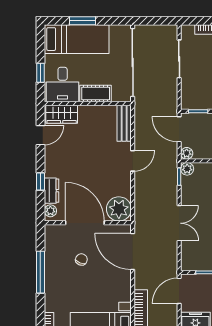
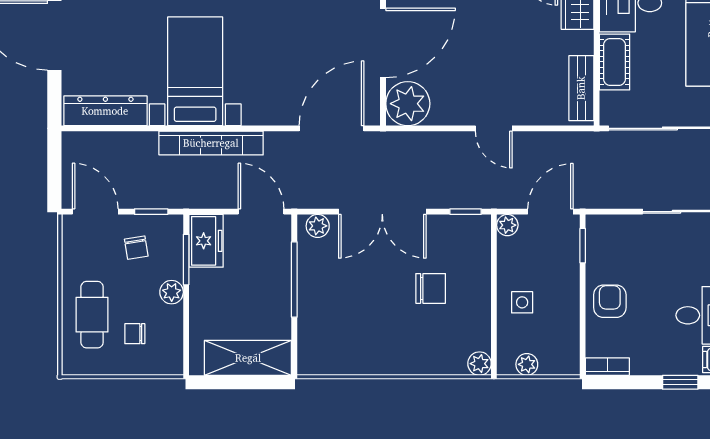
bench: (124, 123) -> (581, 88), moved, turned 90
plant: (187, 169) -> (318, 226), moved
double door: (179, 223) -> (382, 212), width x1.37
chair: (81, 259) -> (317, 37), removed

